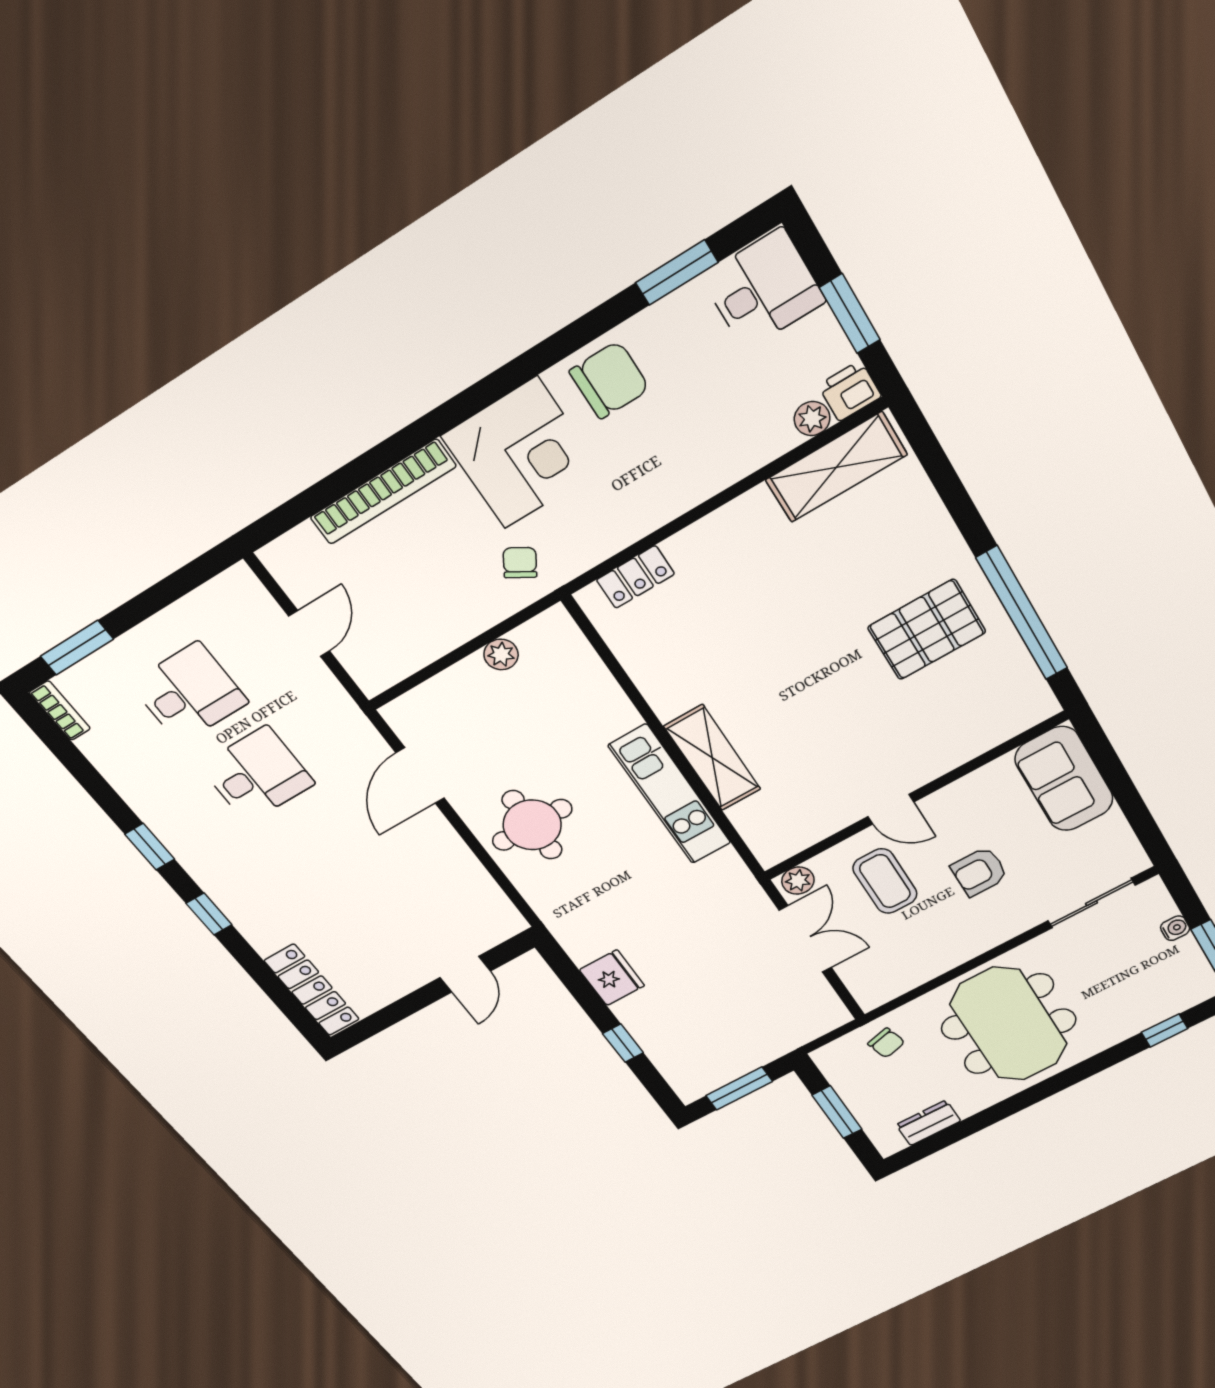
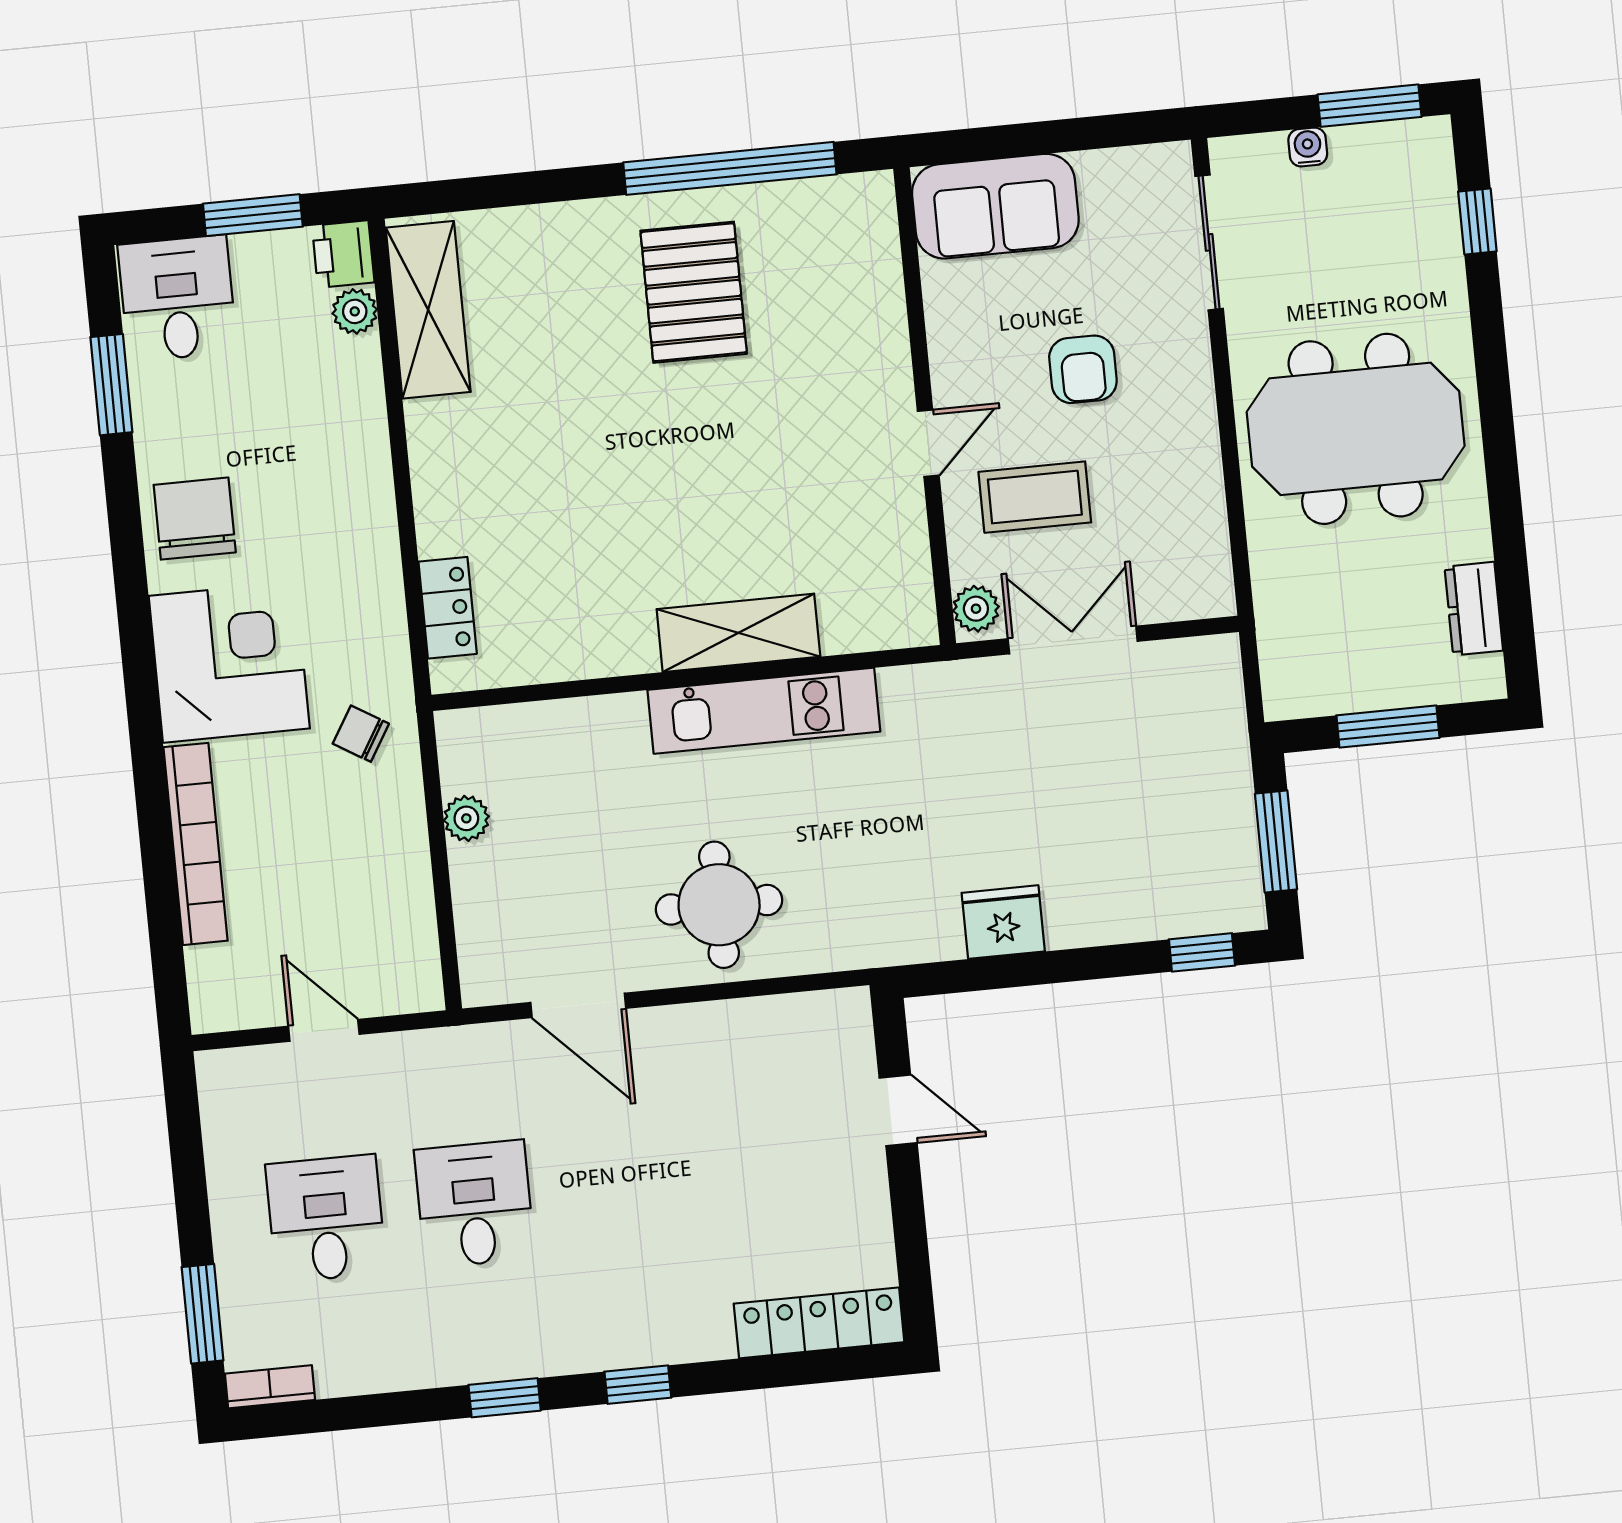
window: (623, 1043) -> (1202, 952), moved
chair: (886, 1043) -> (1302, 607), removed

